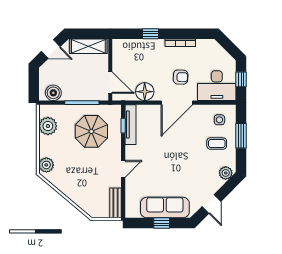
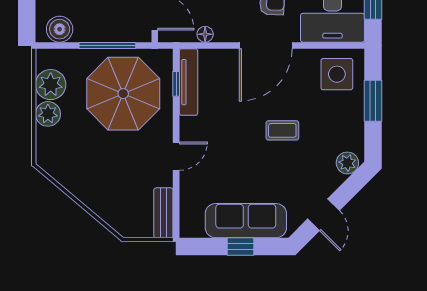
floor lamp: (145, 92) -> (205, 34), width x0.53, depth x0.53
side table: (219, 120) -> (337, 74), width x1.87, depth x1.87
parasol: (91, 131) -> (123, 94), width x1.36, depth x1.36
coffee table: (217, 144) -> (282, 130), moved
plant: (46, 165) -> (48, 114), moved

